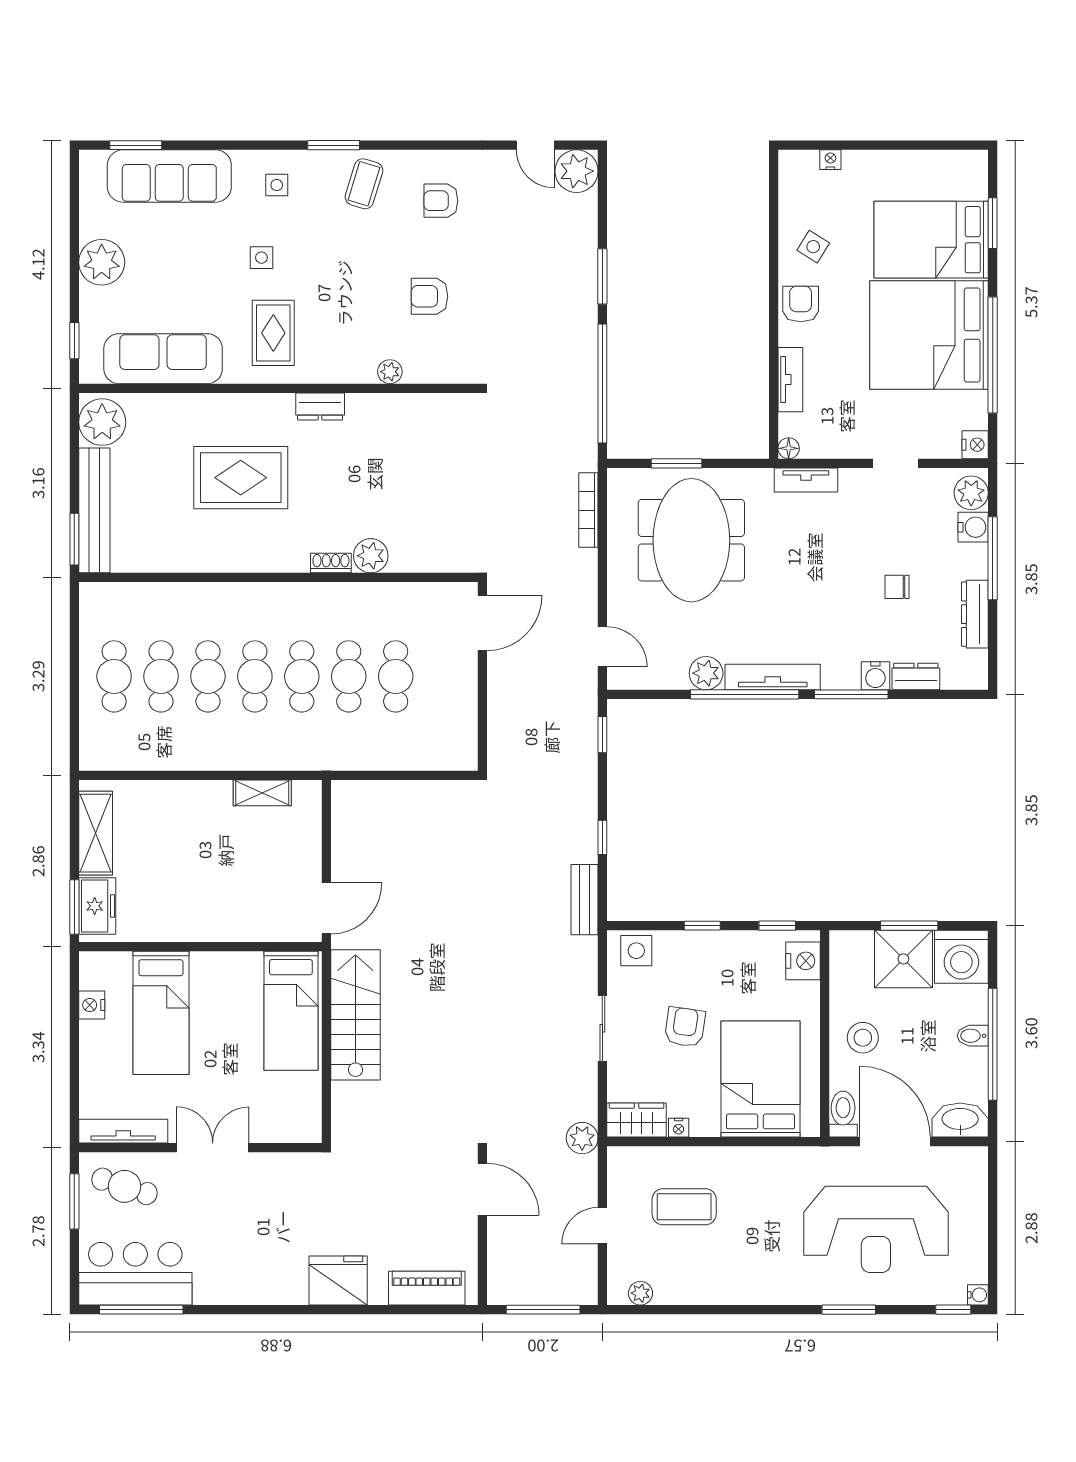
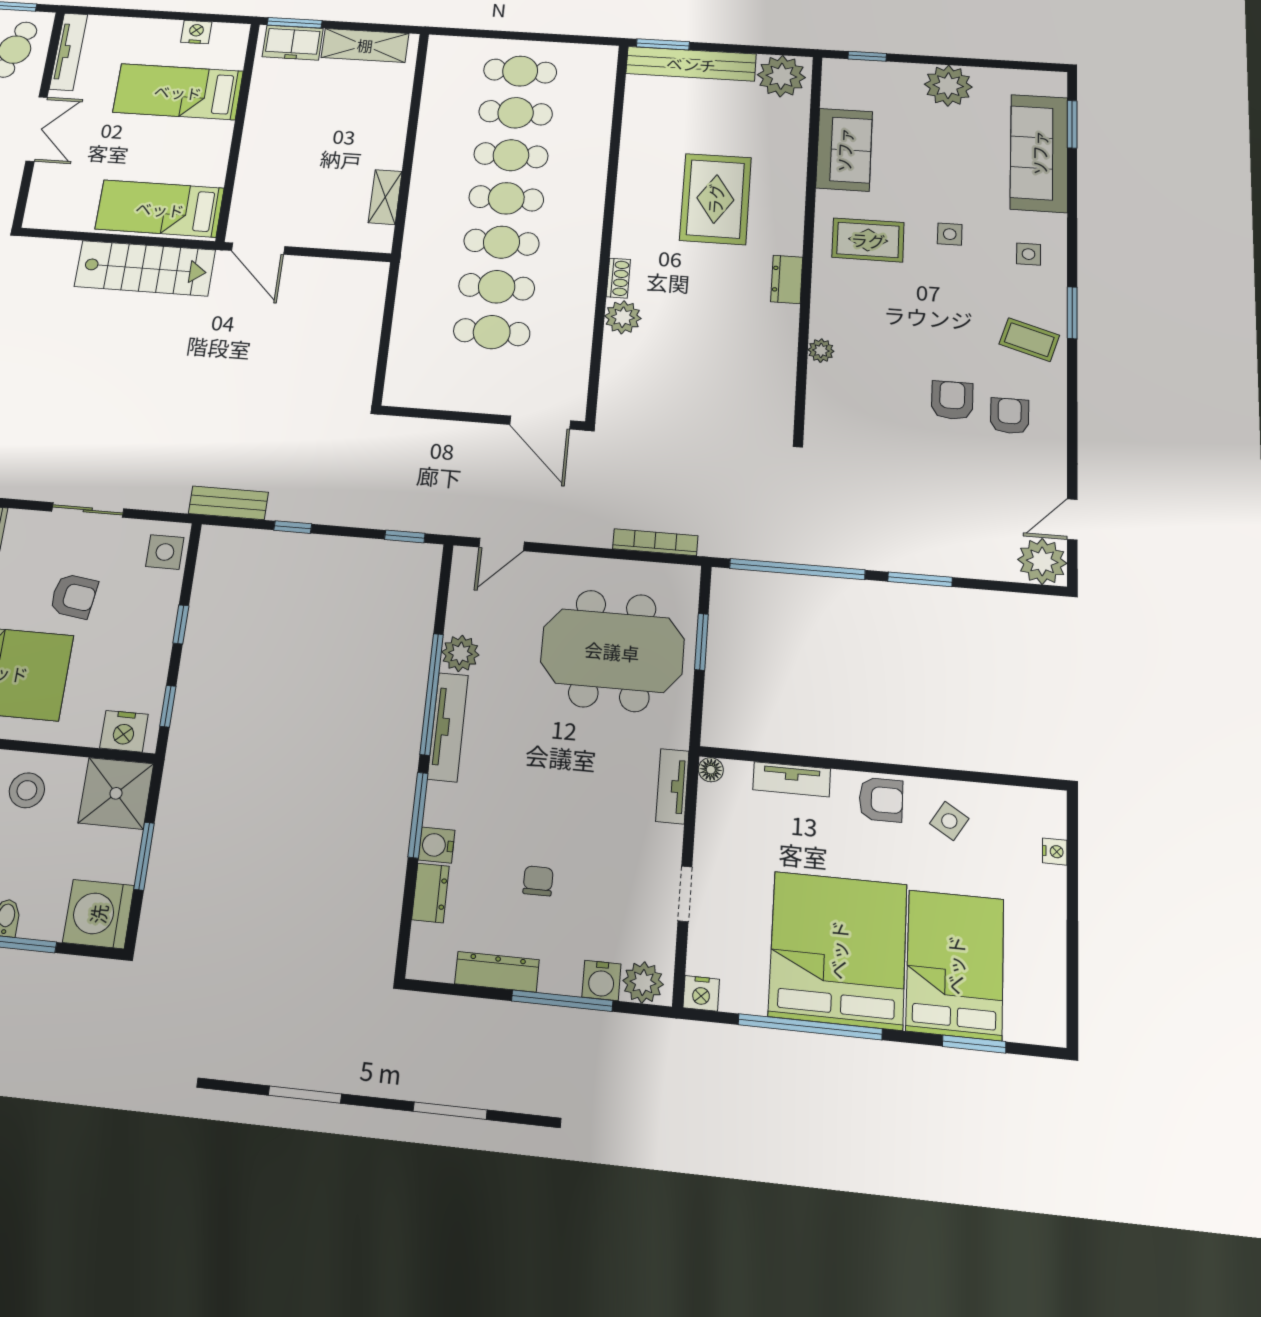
armchair: (430, 296) -> (952, 400), moved
sofa: (163, 359) -> (844, 150), width x0.73
shower: (903, 959) -> (116, 793), moved

